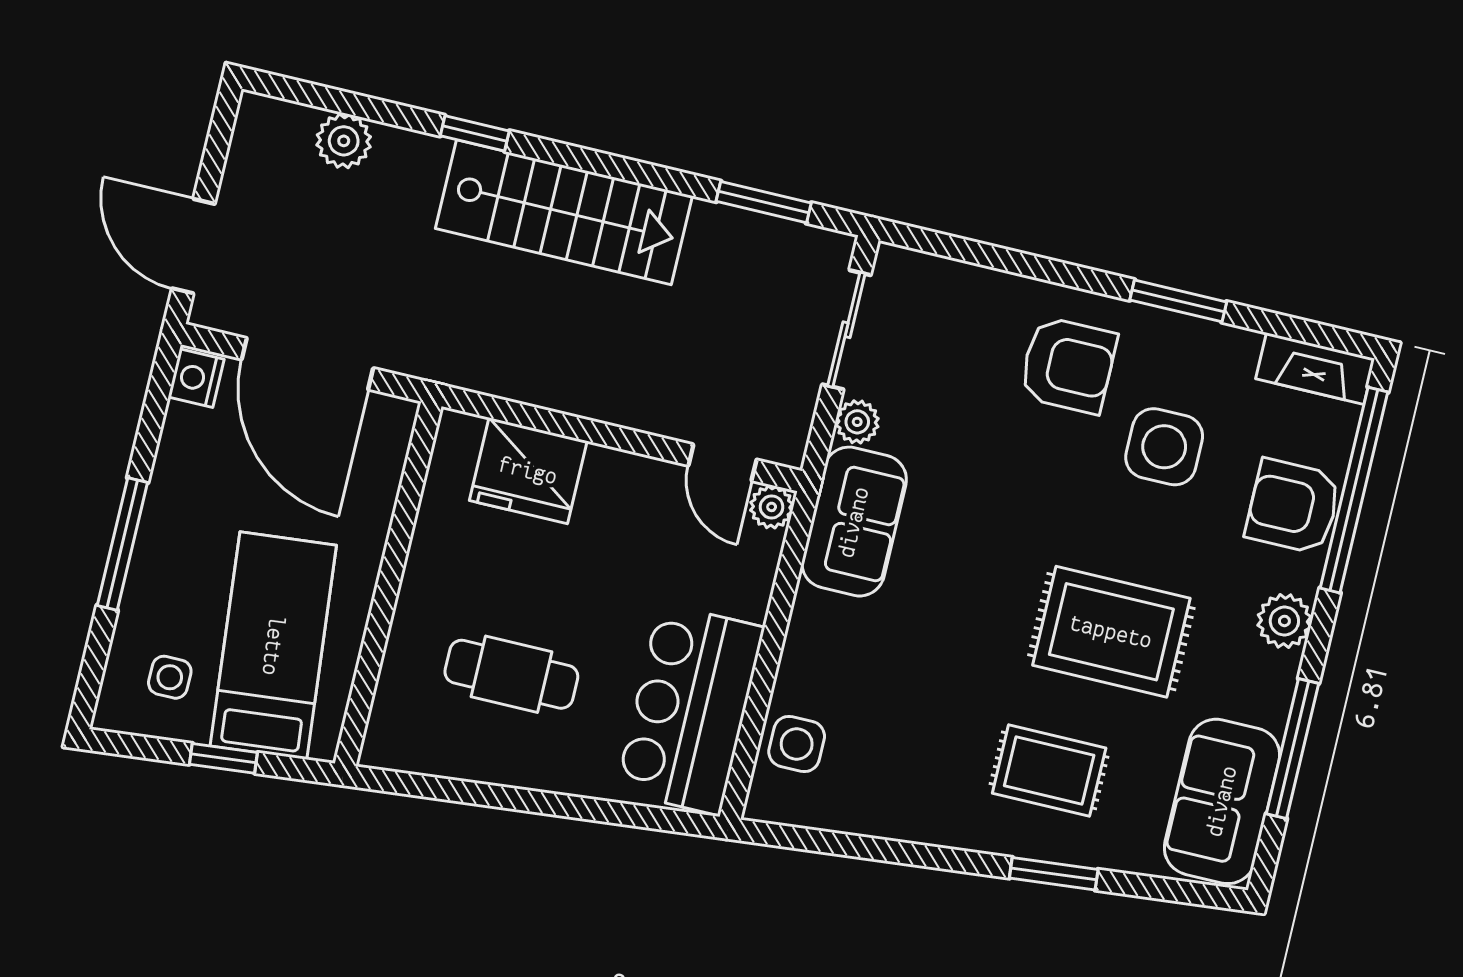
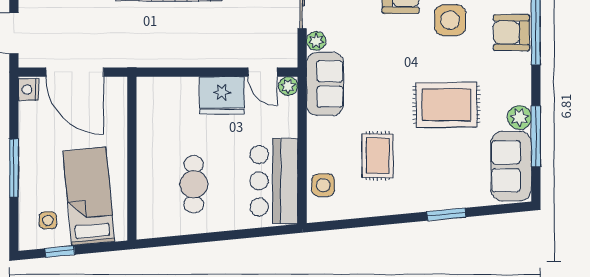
fridge: (528, 471) -> (222, 95), moved
plant: (1284, 621) -> (519, 117), moved
cafe table: (511, 674) -> (194, 184), turned 90
window: (223, 758) -> (60, 251), moved
rug: (1049, 771) -> (378, 156), moved, turned 90

